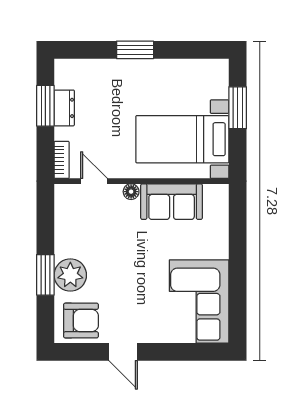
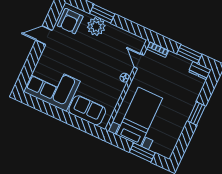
dresser: (64, 108) -> (200, 71), moved
door: (94, 181) -> (139, 61), swing flipped
sofa: (172, 202) -> (87, 110), moved, turned 90

